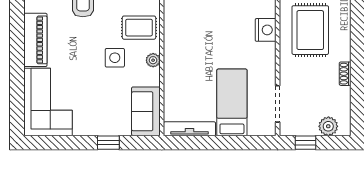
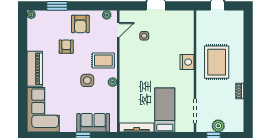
sofa: (146, 111) -> (93, 123), moved, turned 90
plant: (328, 126) -> (218, 126), moved

